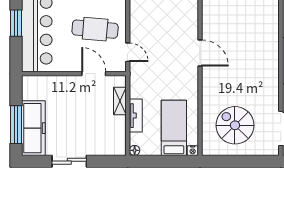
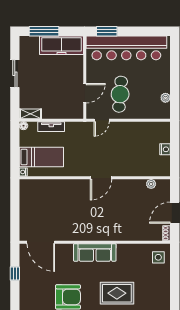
window: (16, 23) -> (107, 31), moved
shelving: (120, 101) -> (30, 114), moved
spiral stairs: (235, 125) -> (43, 206), removed
freezer: (33, 128) -> (62, 45), moved

